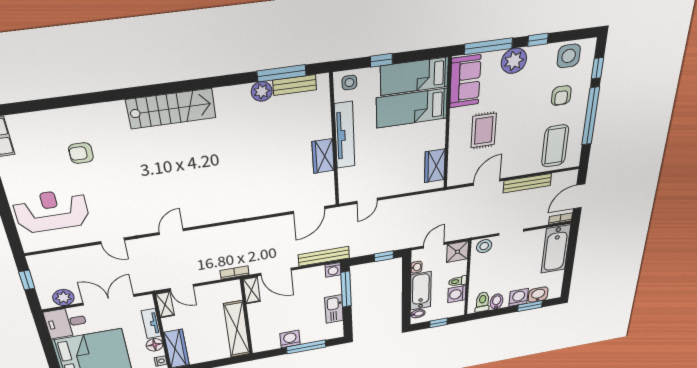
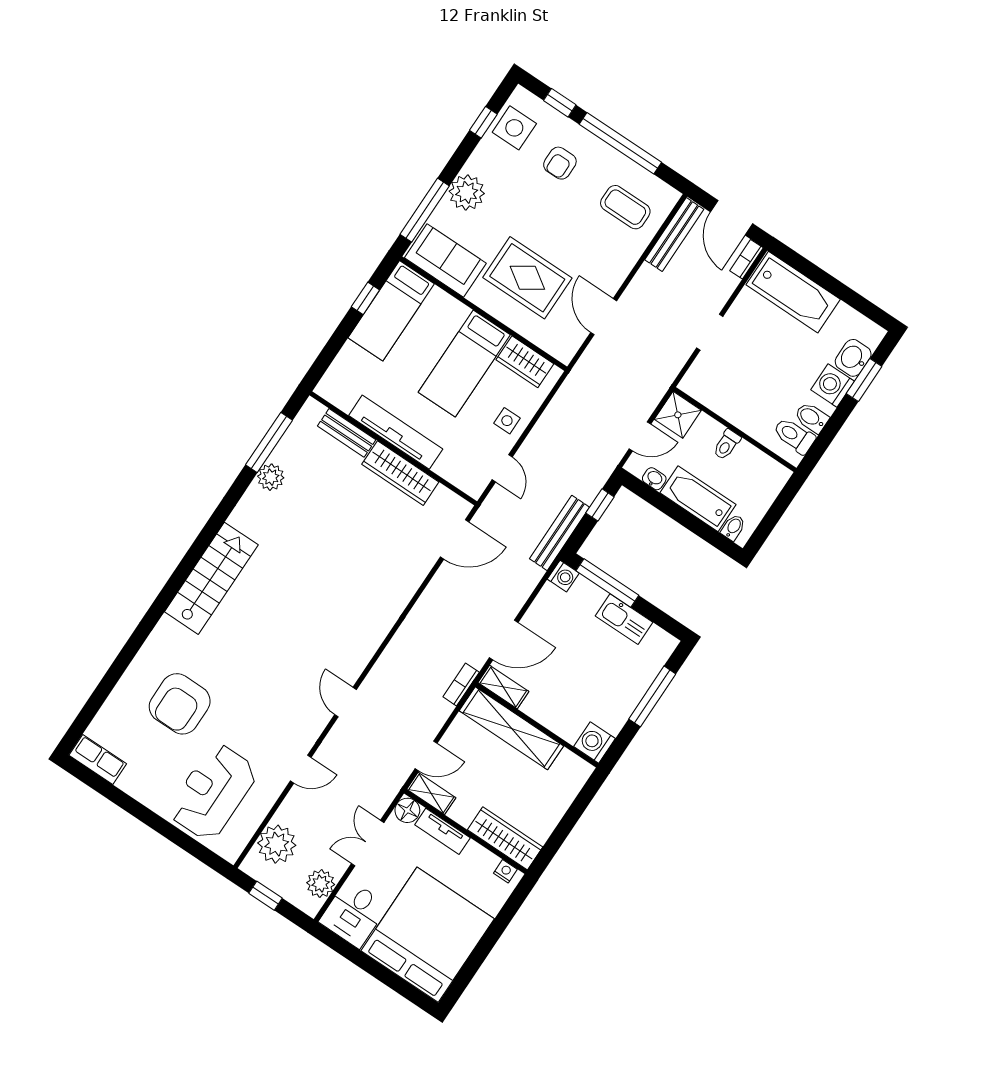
window: (538, 40) -> (483, 122), moved
window: (381, 60) -> (365, 298), moved
side table: (349, 83) -> (507, 421), moved
bench: (295, 85) -> (347, 433), moved, turned 90
armchair: (561, 96) -> (560, 163), turned 90
bed: (412, 108) -> (464, 363), moved
rug: (484, 130) -> (527, 278), width x1.36, depth x1.43
coffee table: (555, 146) -> (625, 207), width x0.73, depth x0.76
armchair: (81, 153) -> (180, 704), width x1.88, depth x1.88
wardrobe: (323, 156) -> (400, 473), width x1.50
bench: (527, 183) -> (674, 234), moved
door: (309, 210) -> (455, 539), hinge flipped
door: (434, 245) -> (640, 436), swing flipped
stool: (484, 246) -> (700, 378), removed
bench: (324, 256) -> (559, 533), moved
plant: (60, 263) -> (277, 844), added
washing machine: (457, 294) -> (748, 459), removed
double door: (109, 300) -> (368, 843), width x0.73
window: (439, 323) -> (775, 512), removed
shelving: (237, 329) -> (511, 728), moved
washing machine: (290, 339) -> (594, 743), moved
floor lamp: (154, 345) -> (407, 810), moved

